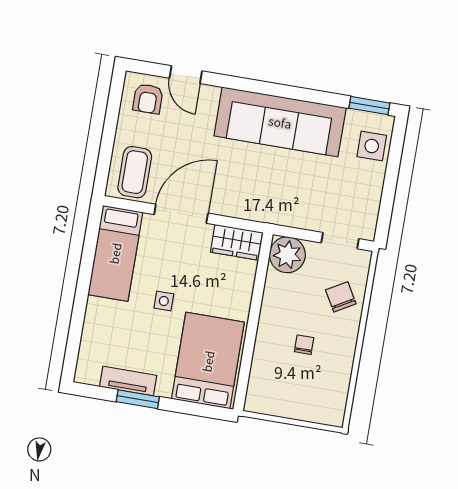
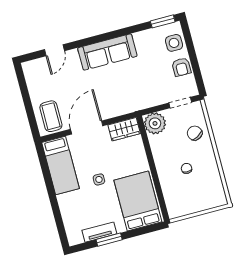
door: (186, 75) -> (54, 50), hinge flipped
armchair: (148, 99) -> (181, 67), moved
sofa: (280, 122) -> (107, 52), width x0.74, depth x0.79

